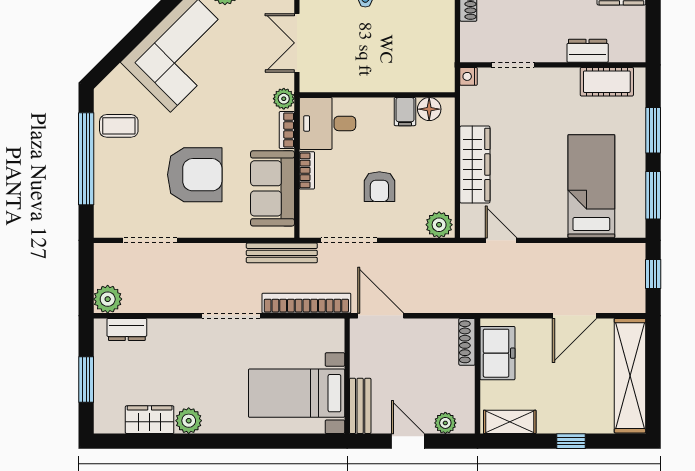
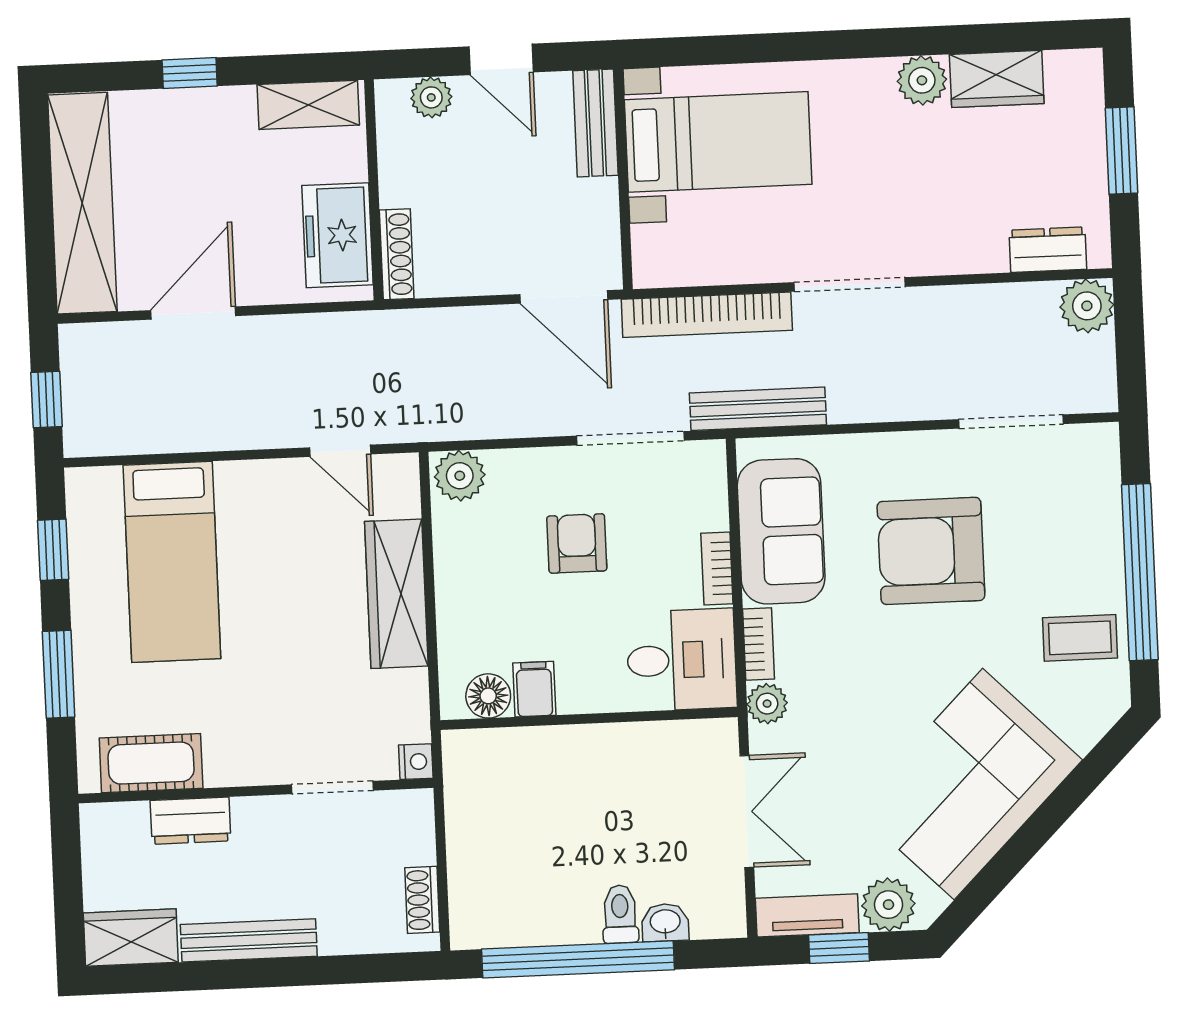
window: (653, 195) -> (53, 550), width x0.67

